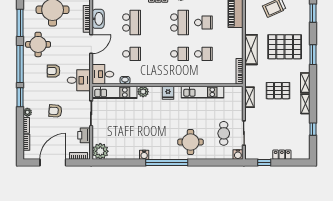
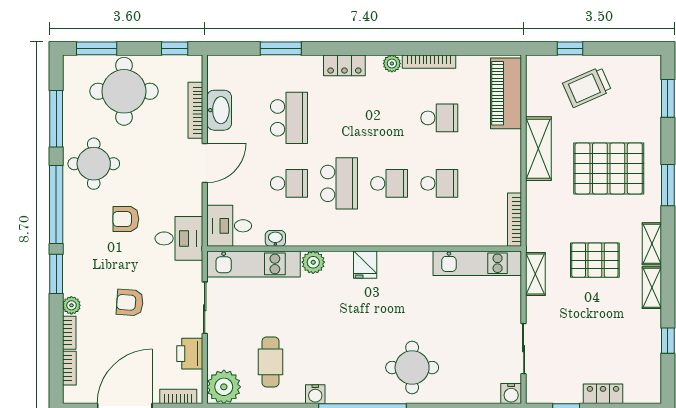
school desk: (179, 23) -> (339, 183), moved
shelving: (251, 50) -> (538, 149), moved
kitchen unit: (203, 92) -> (477, 263), moved
cafe table: (224, 133) -> (271, 362), moved

